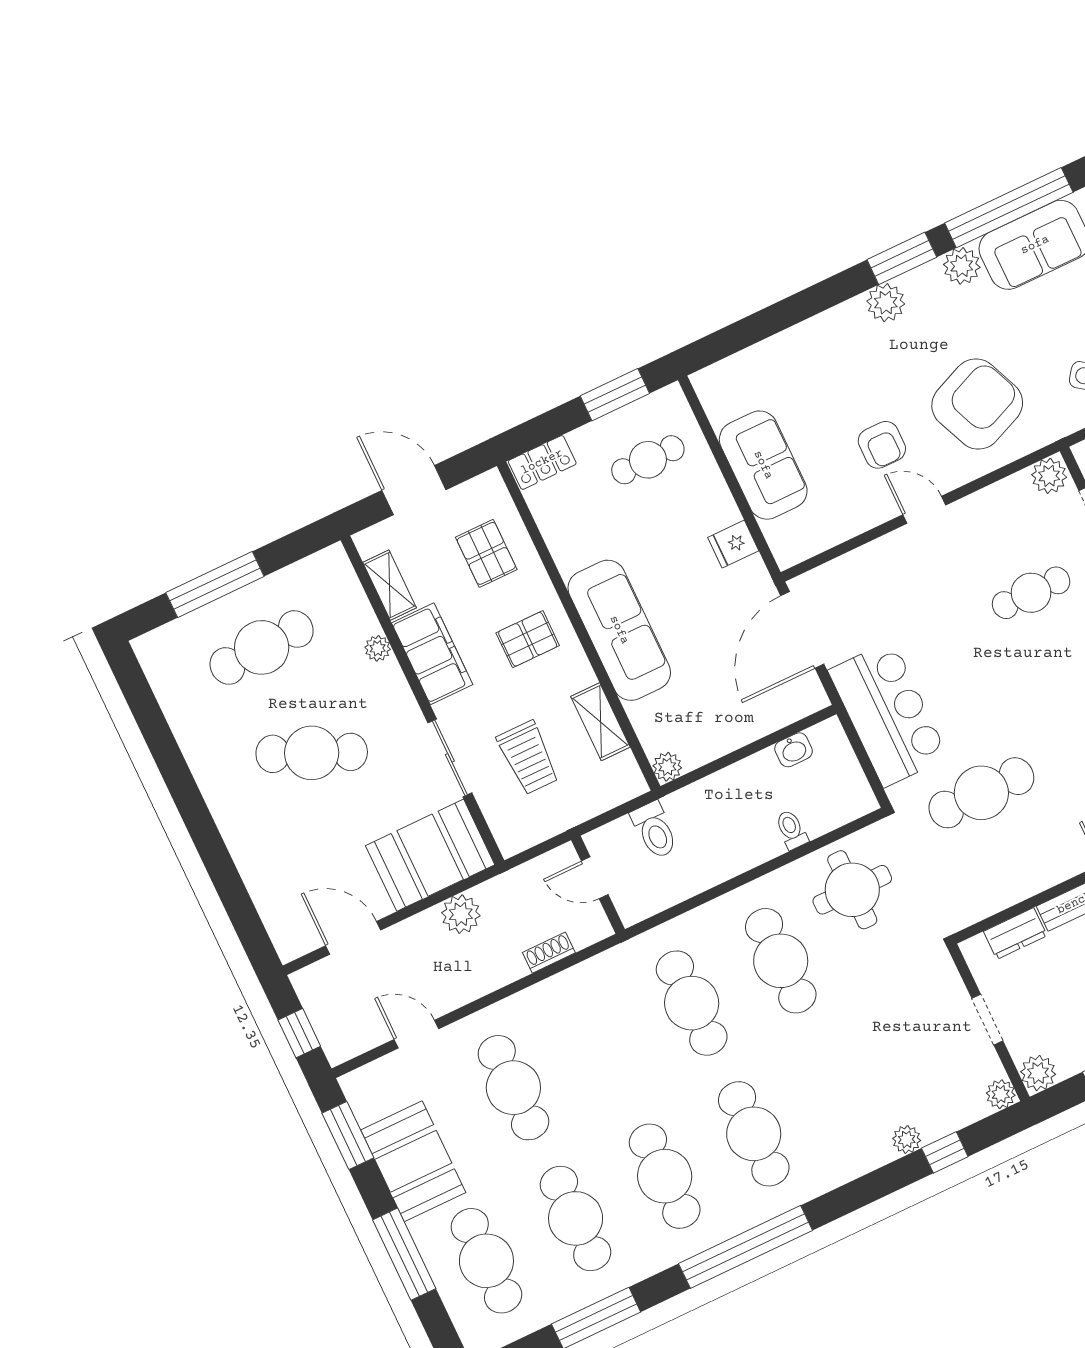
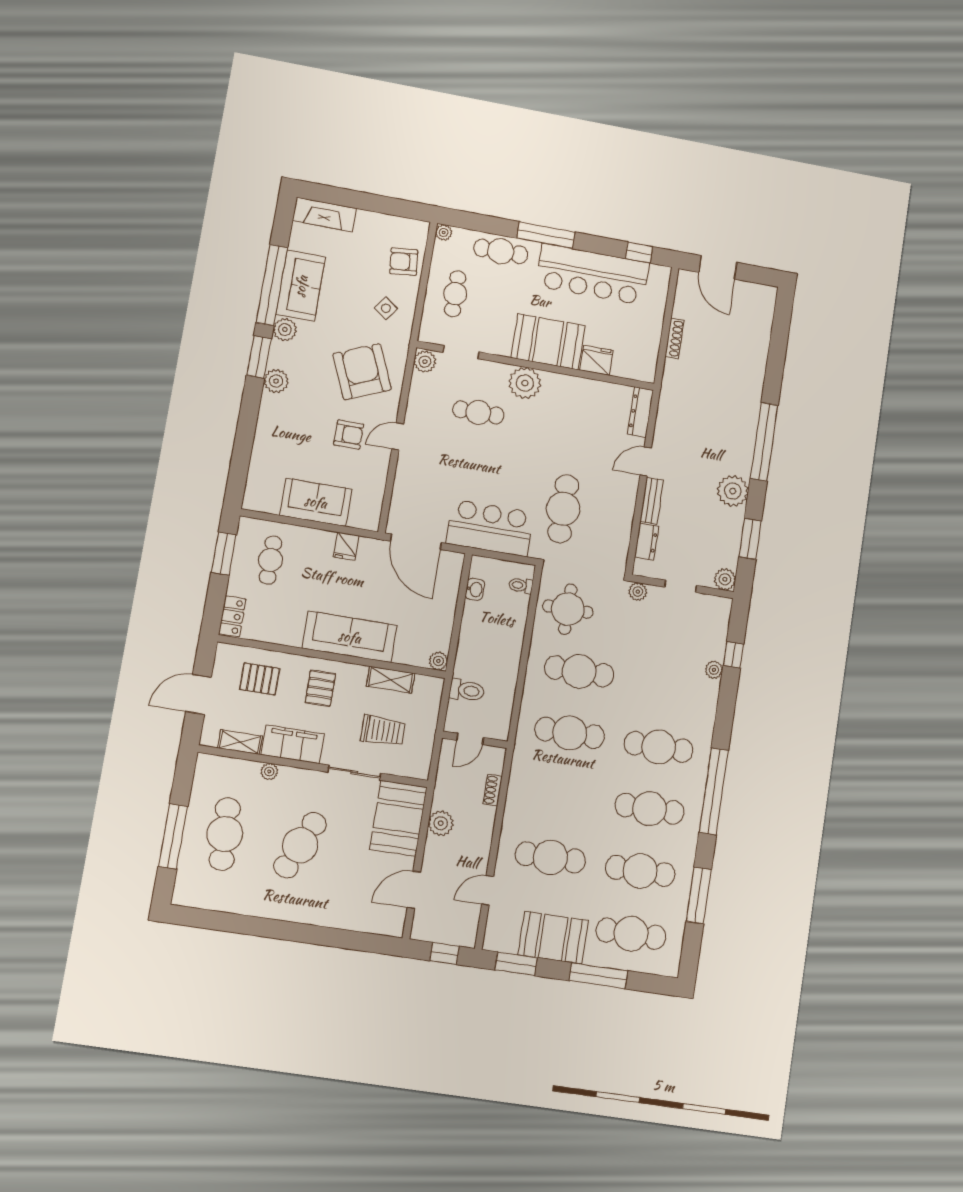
cafe table: (1031, 593) -> (478, 412), turned 90
toilet: (791, 830) -> (521, 585), moved
plant: (1001, 1094) -> (638, 592), moved

